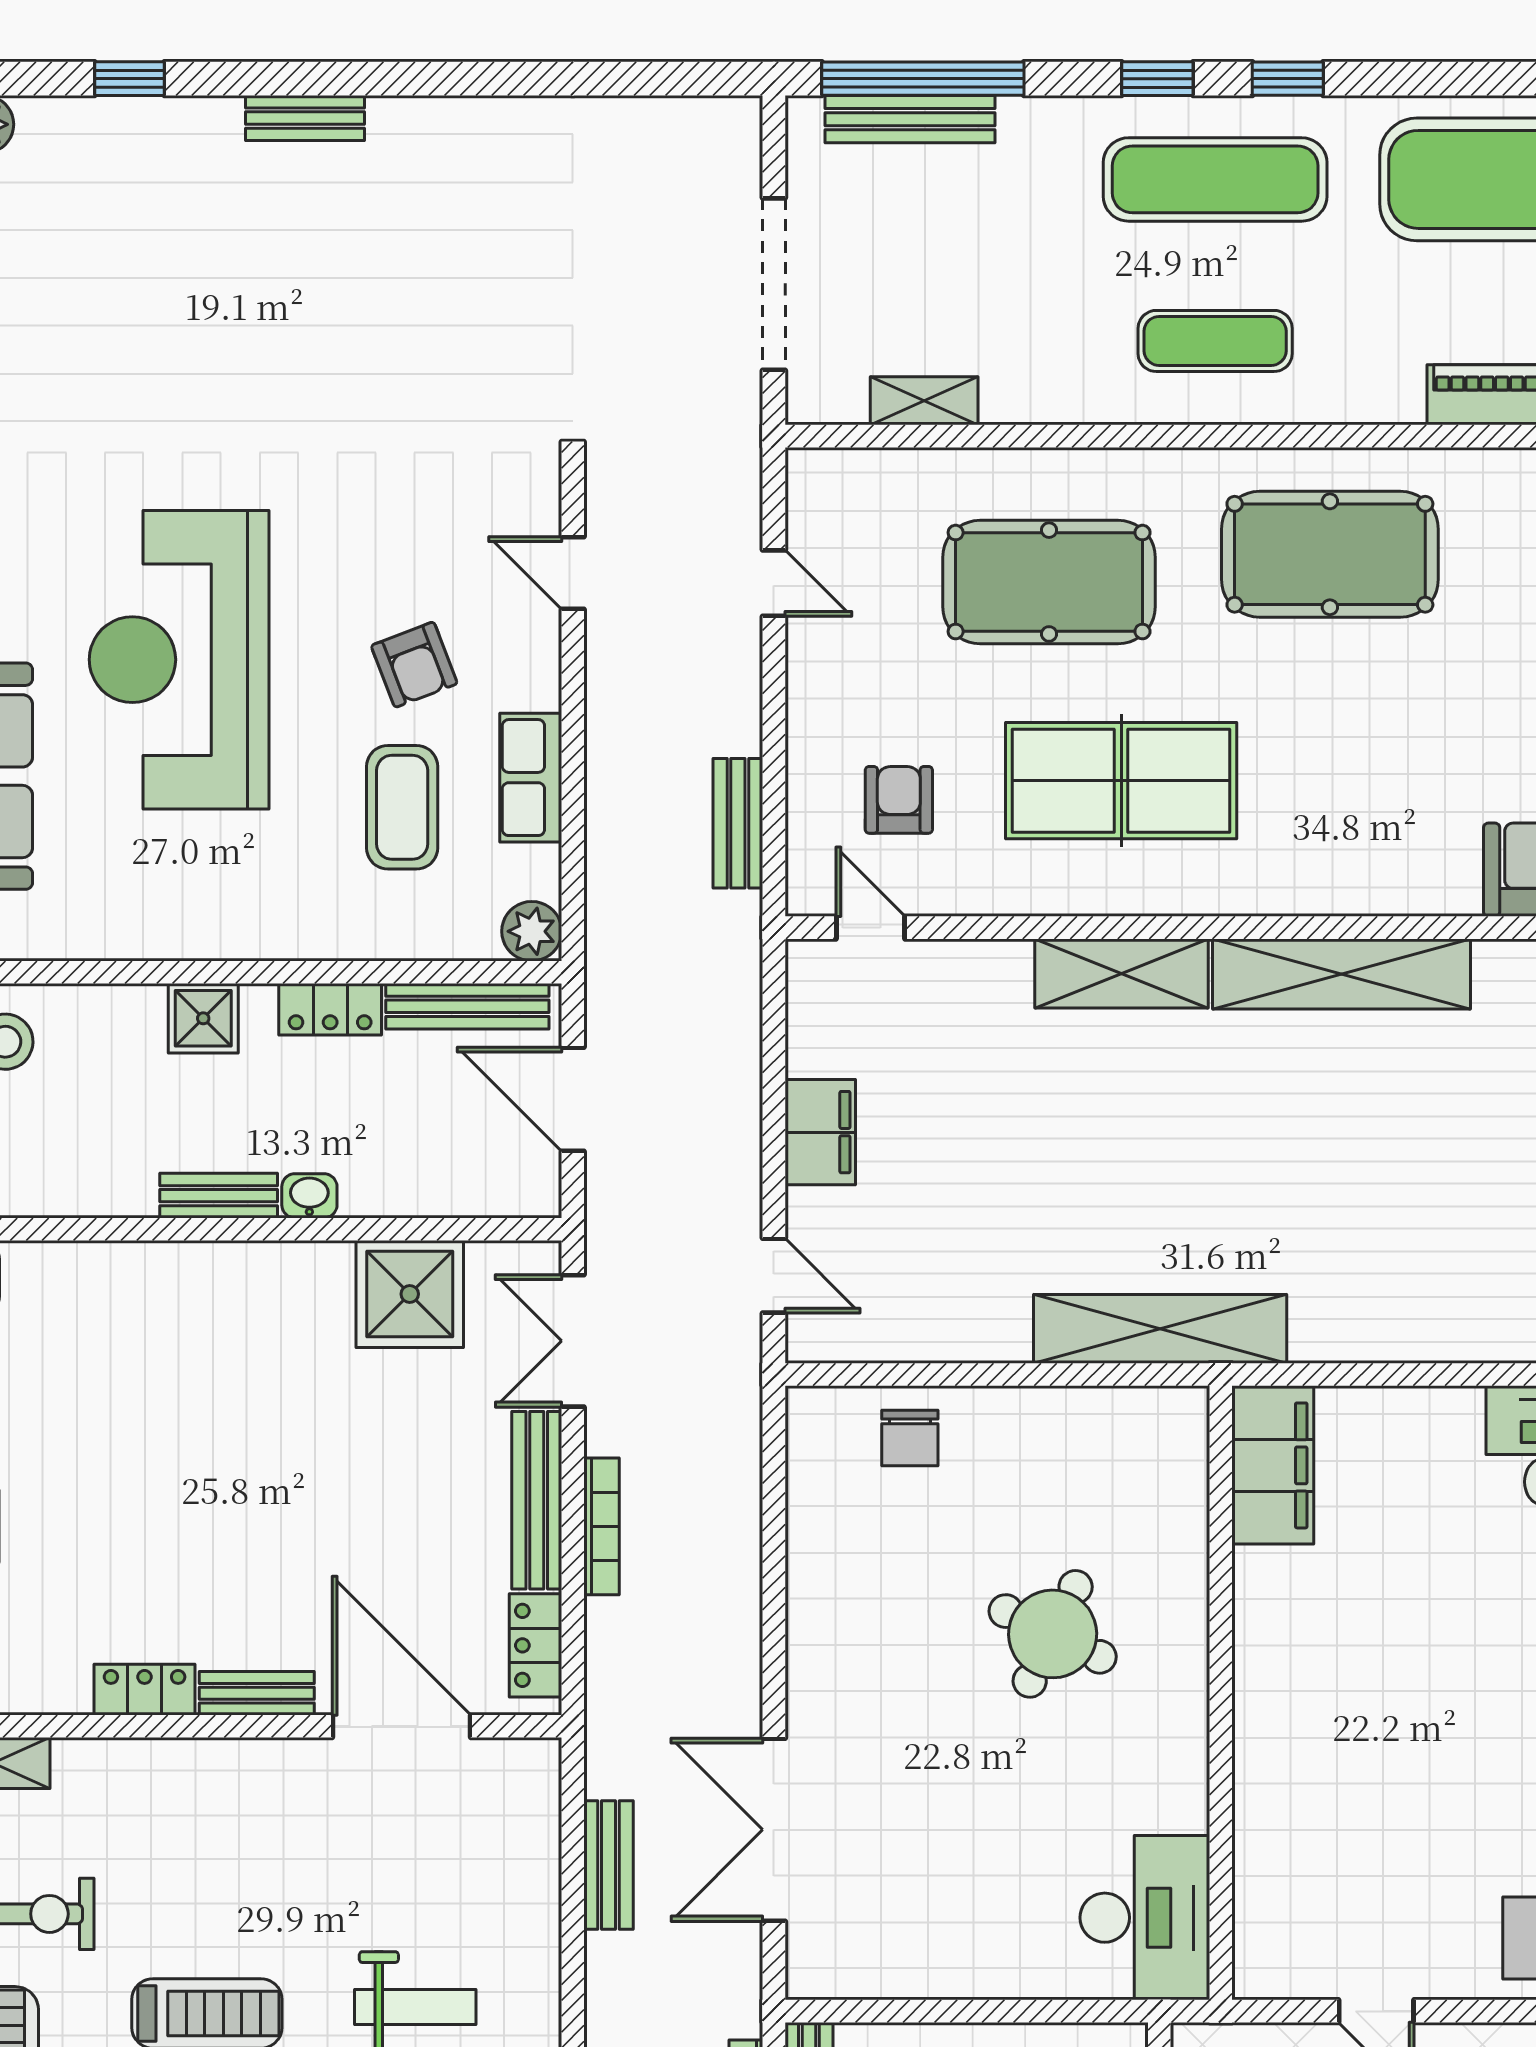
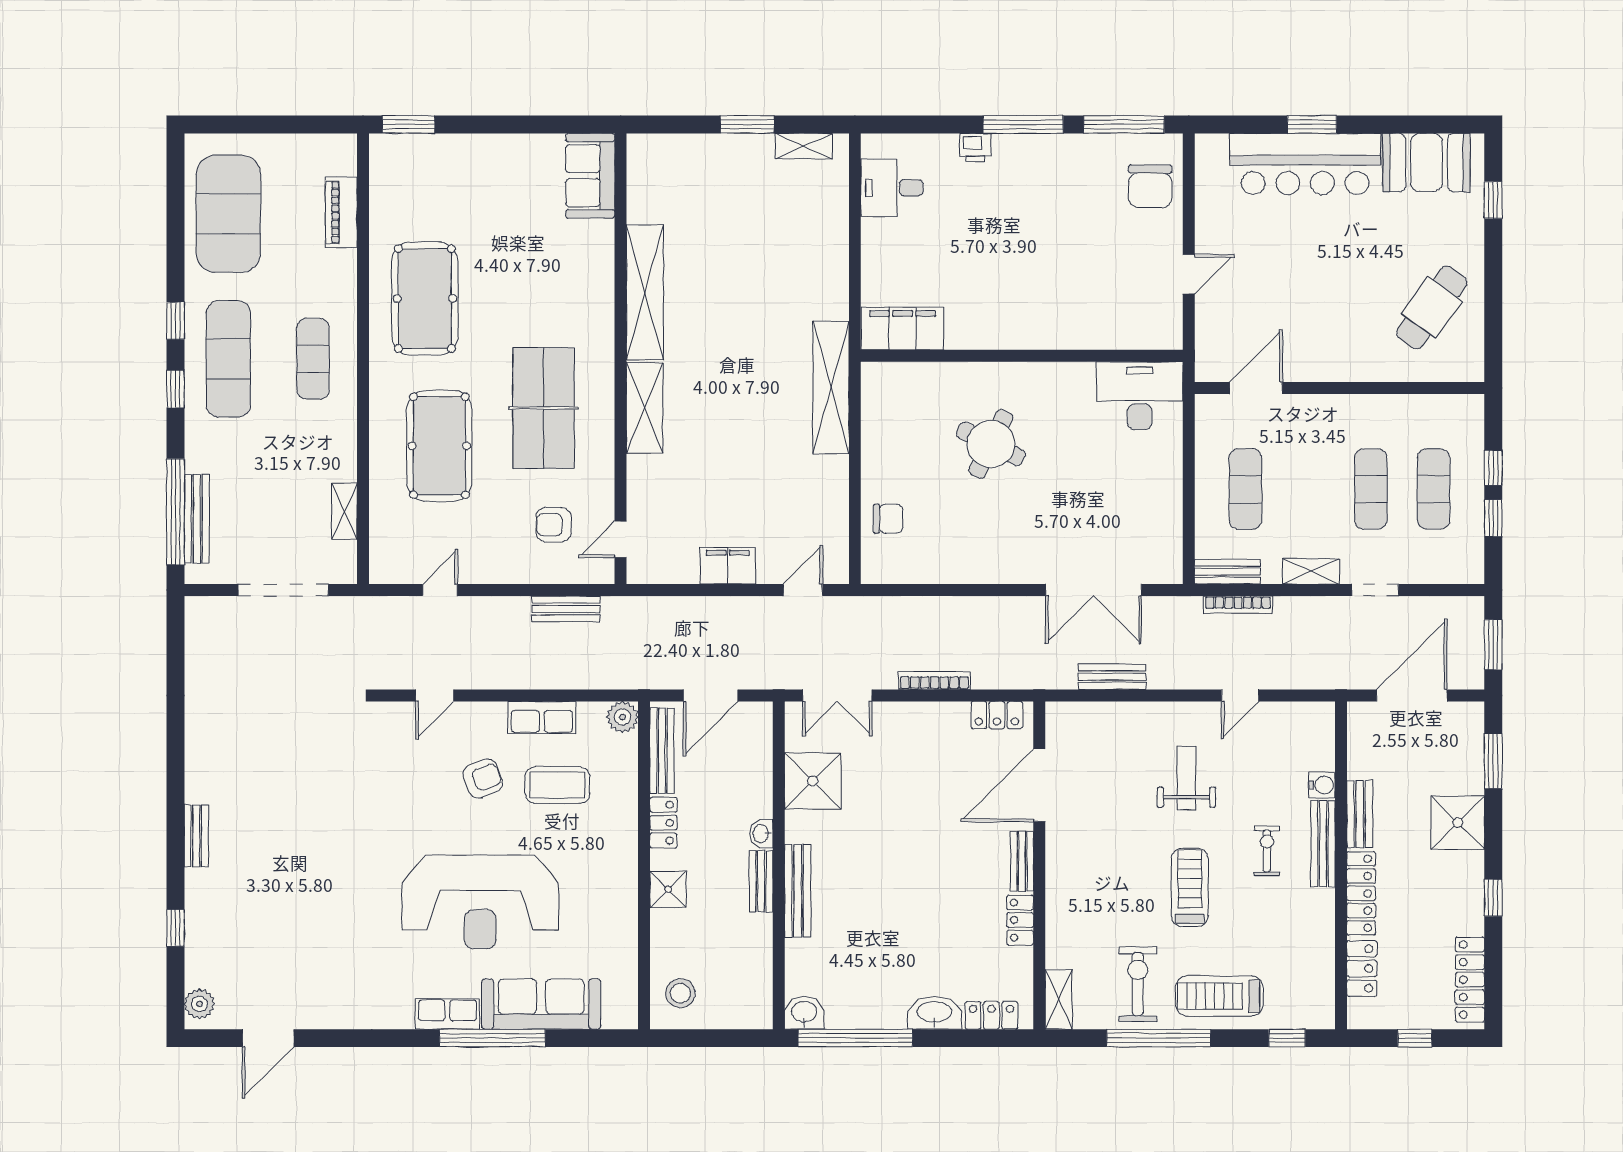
bench: (537, 1500) -> (798, 891), moved, turned 90

